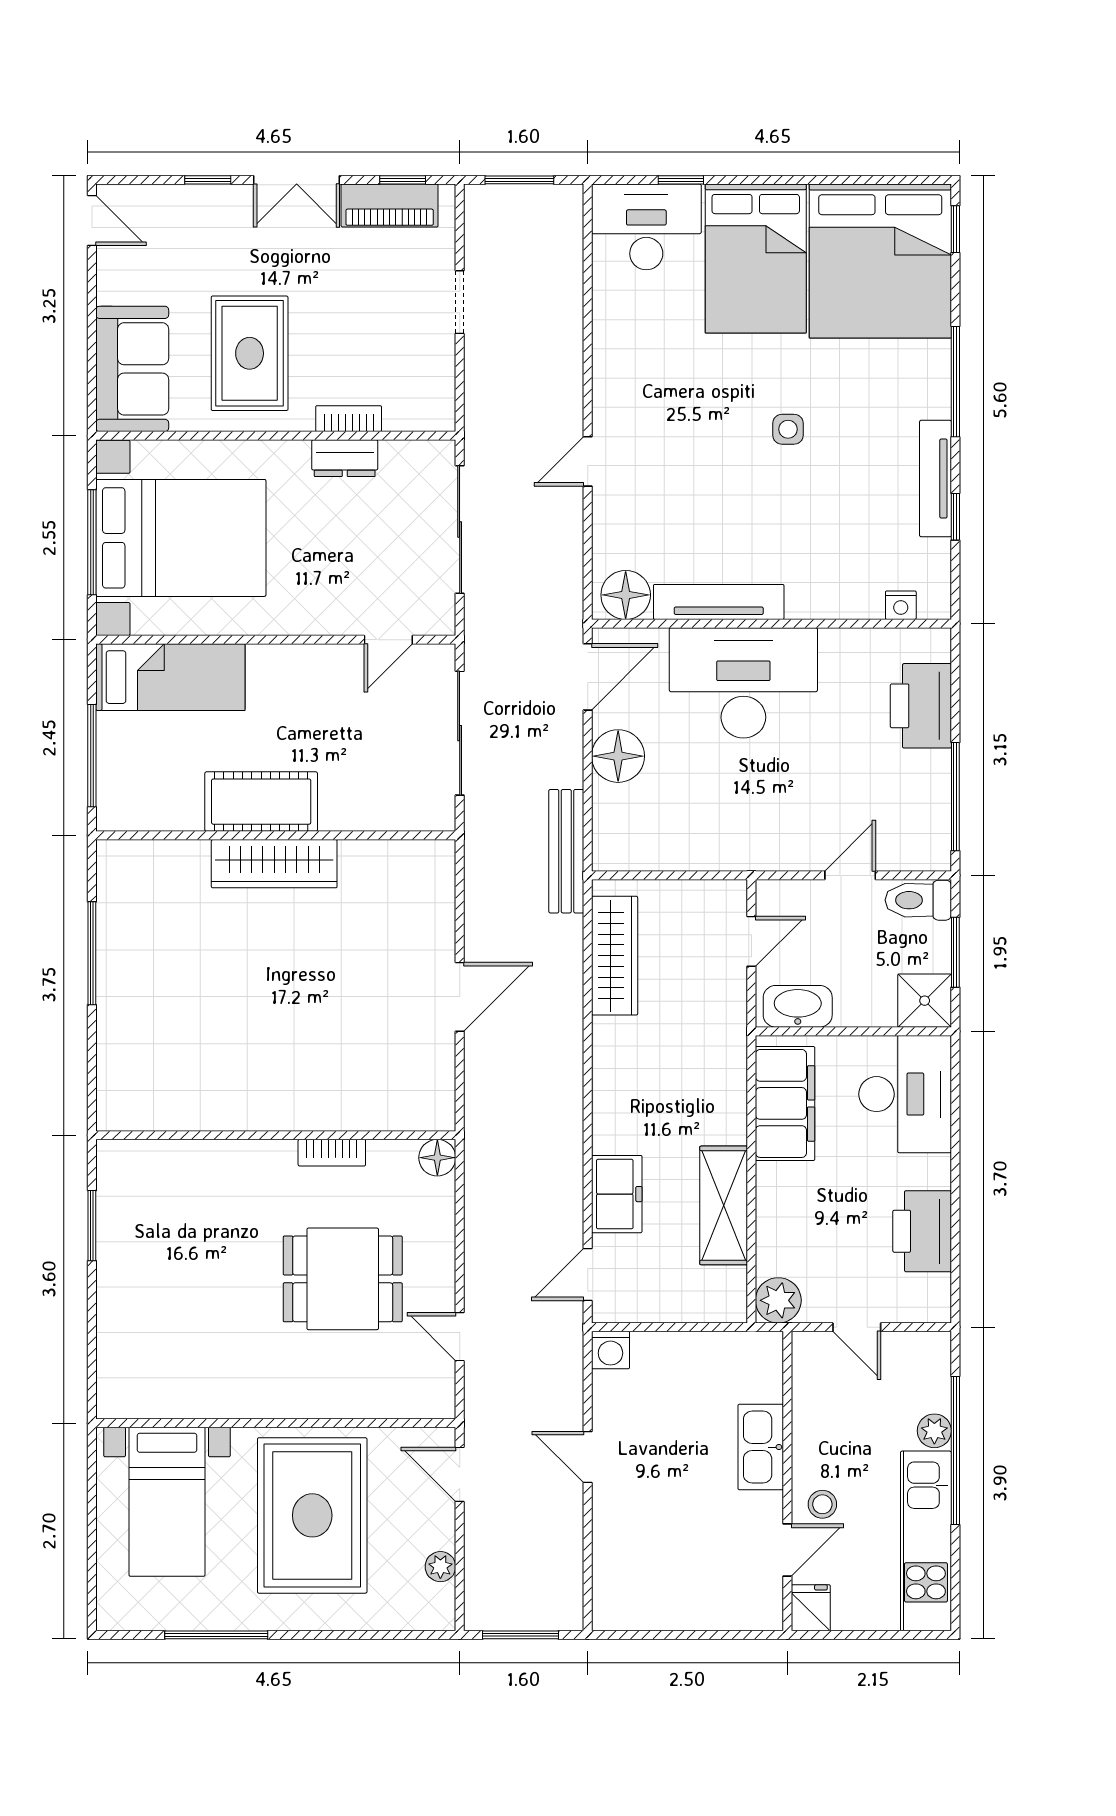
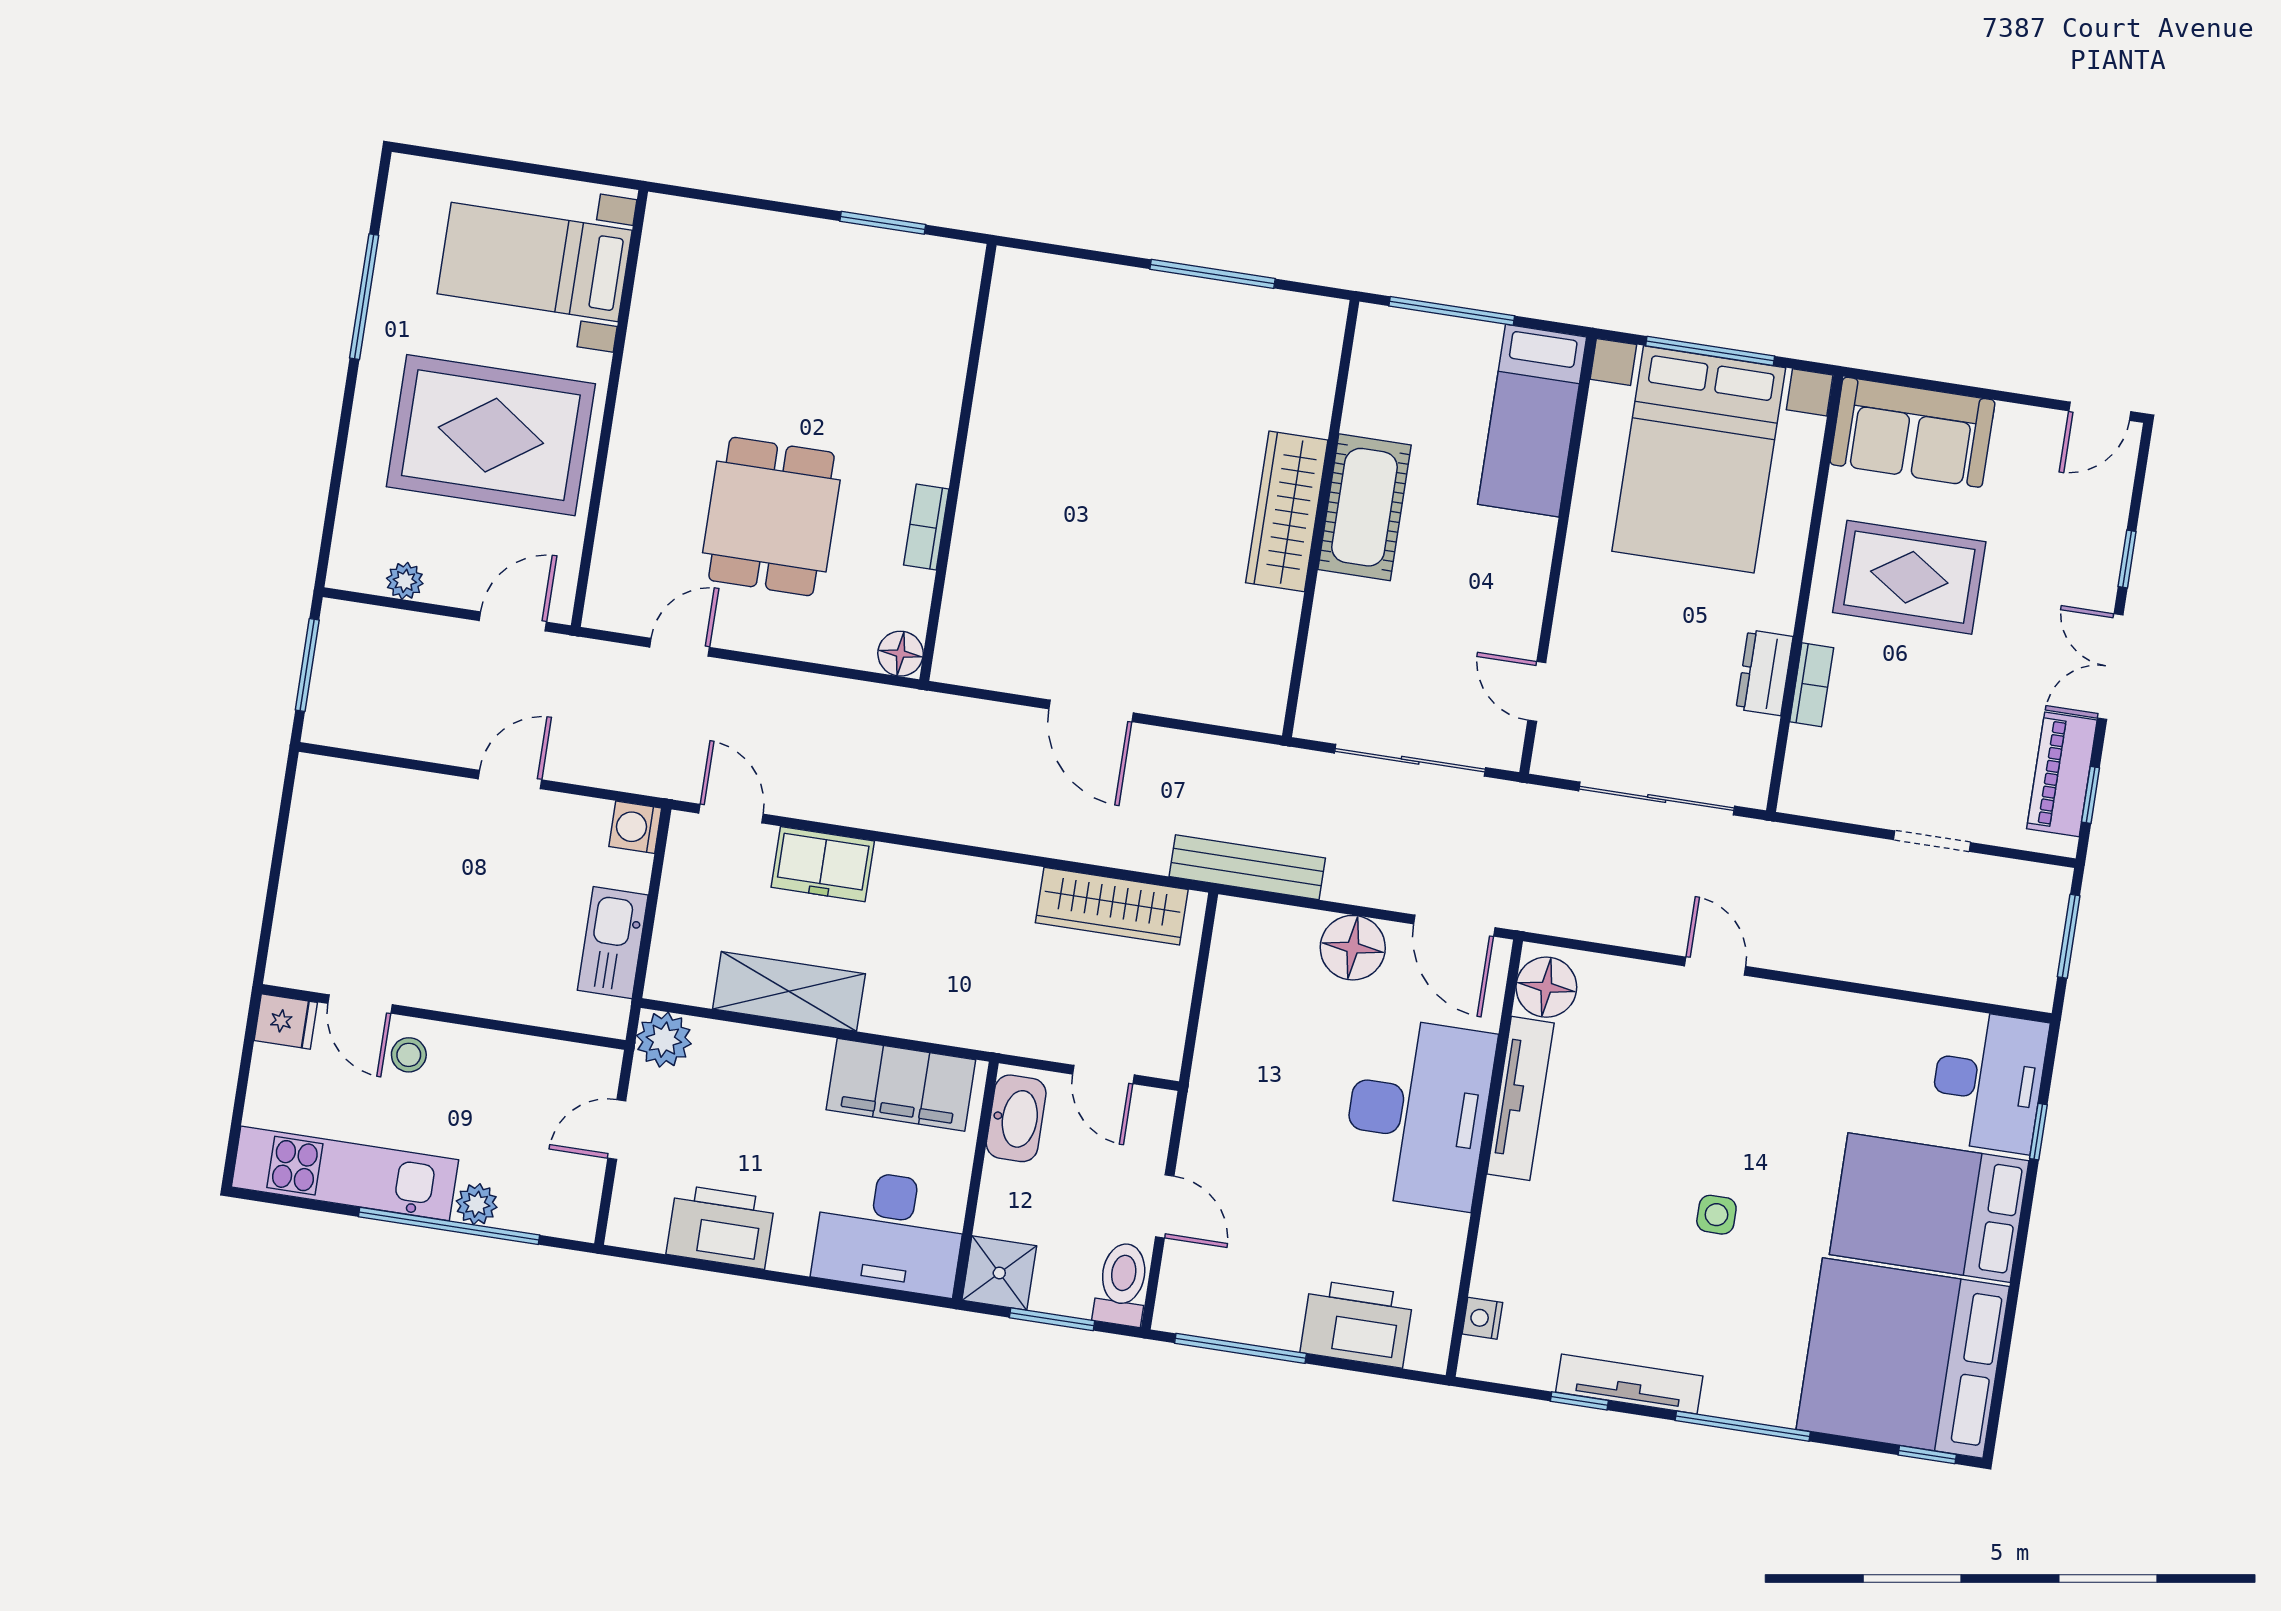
kitchen sink: (761, 1447) -> (613, 943), moved, turned -90

